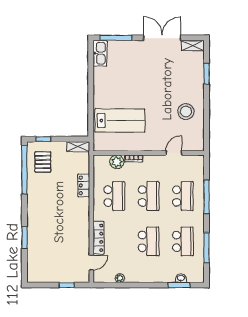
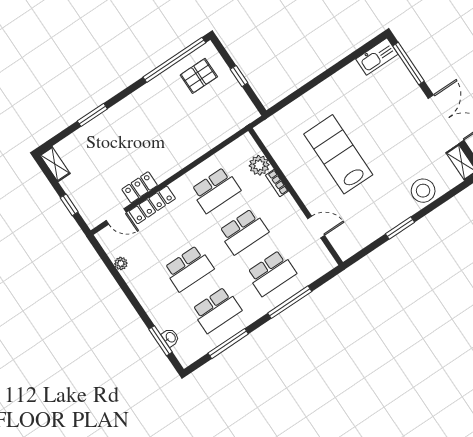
window: (207, 74) -> (400, 228), moved
stool: (186, 112) -> (423, 191), moved
lab bench: (120, 120) -> (338, 154), moved, turned 180
window: (43, 139) -> (239, 76), moved
shelving: (78, 147) -> (55, 164), moved
locker: (84, 185) -> (140, 187), moved

